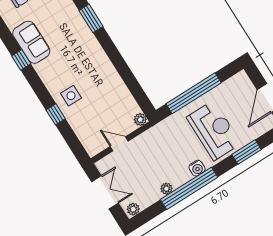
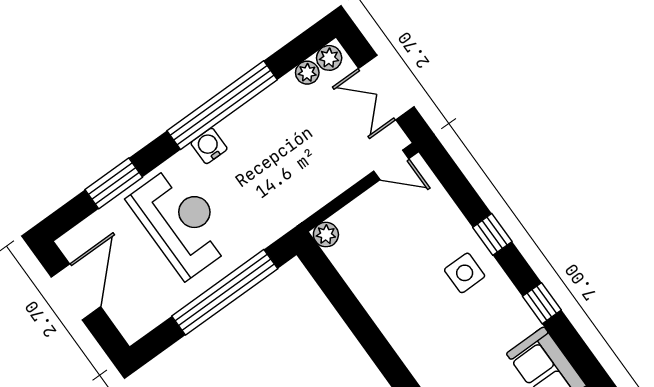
window: (21, 60) -> (542, 303), moved
reception desk: (214, 130) -> (181, 222), turned 180
door: (119, 144) -> (391, 165), moved
plant: (166, 189) -> (307, 73), moved

